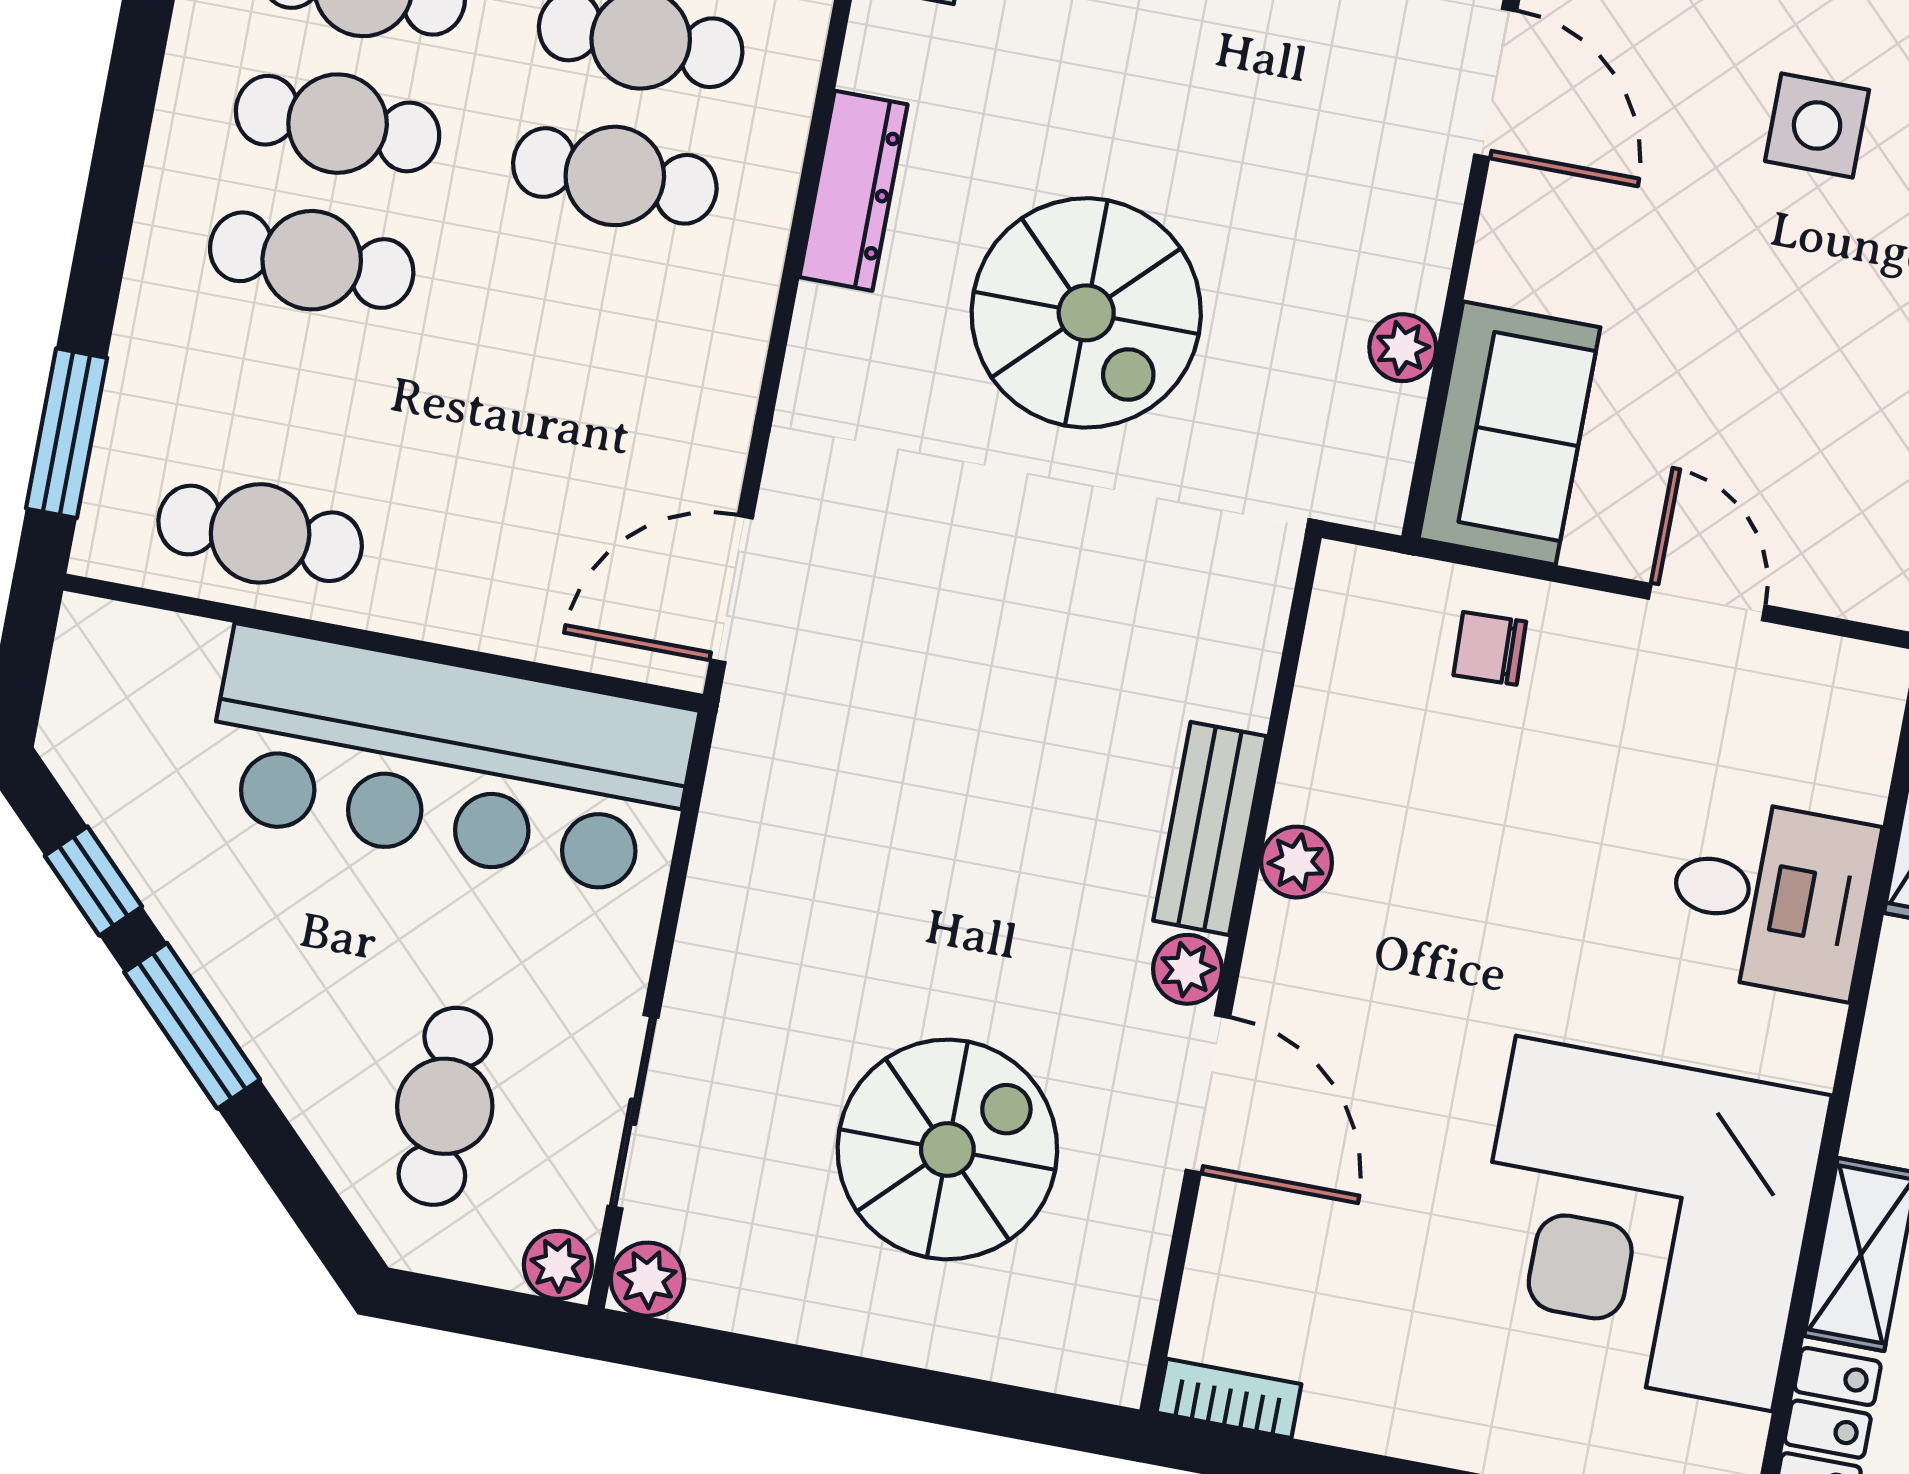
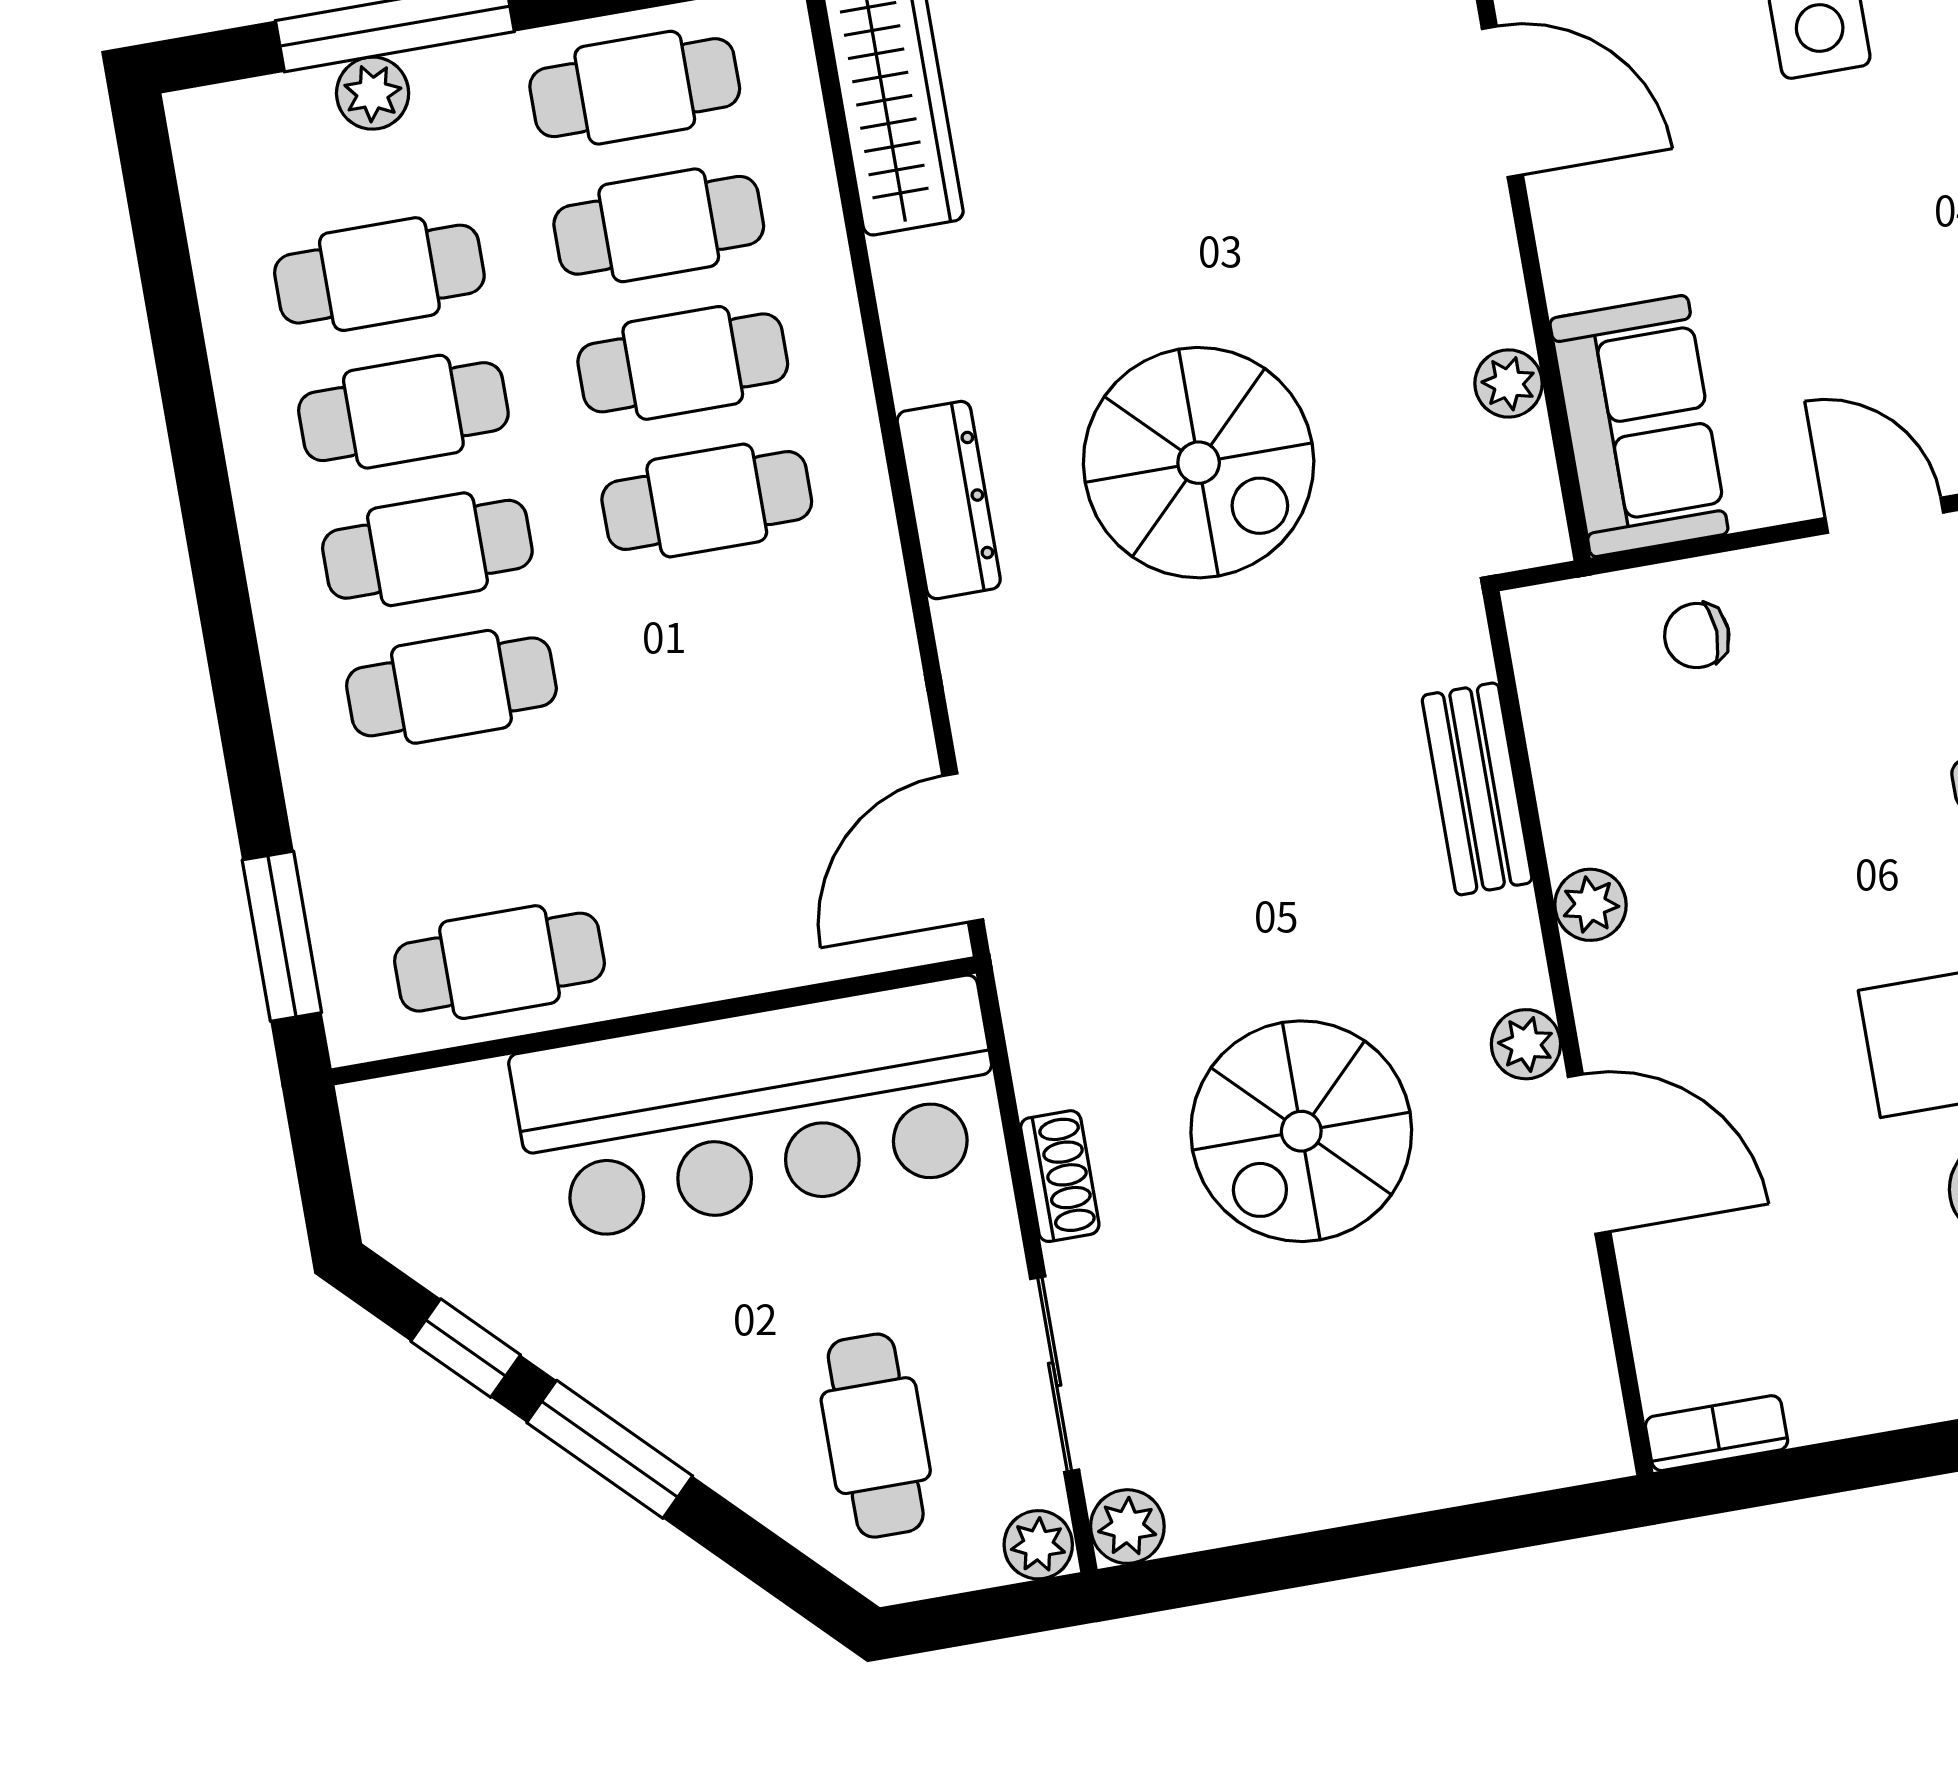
dresser: (854, 191) -> (949, 500), moved
bench: (1210, 828) -> (1477, 789), moved
shoe rack: (707, 929) -> (1060, 1176), added
spiral stairs: (947, 1149) -> (1301, 1131), moved, turned 180

